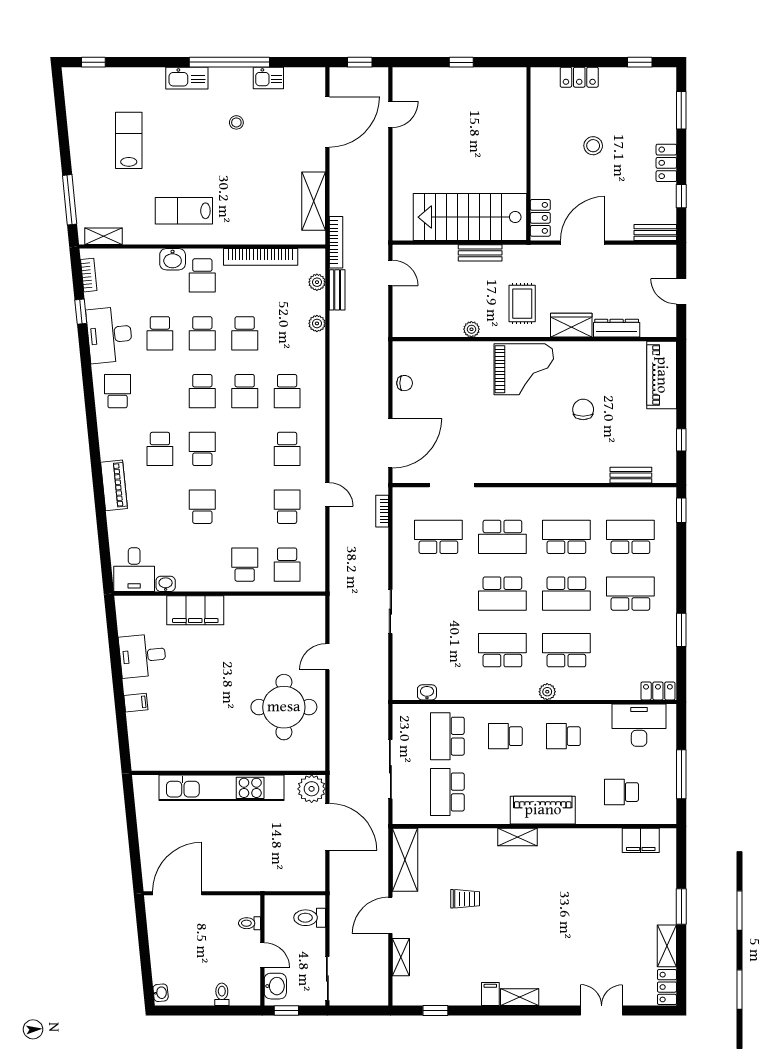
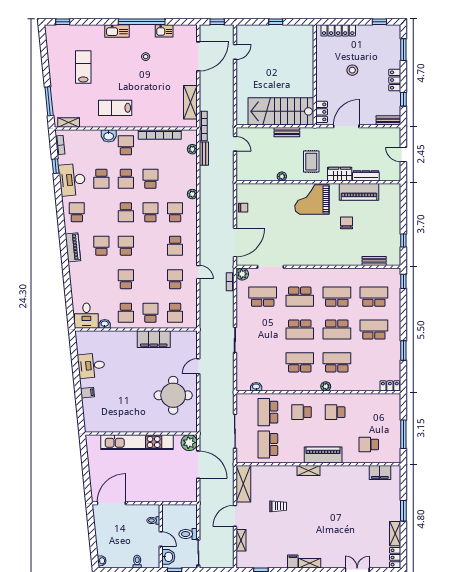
locker: (579, 77) -> (338, 30), width x1.53
school desk: (202, 275) -> (126, 145), turned 180
plant: (317, 323) -> (192, 194), moved
school desk: (245, 333) -> (150, 179), turned 180
grand piano: (524, 369) -> (312, 200), turned 180
piano: (662, 375) -> (359, 192), moved, turned -90
school desk: (245, 391) -> (150, 212), turned 180
school desk: (287, 391) -> (175, 212), turned 180
school desk: (160, 449) -> (101, 246), turned 180
piano: (114, 485) -> (73, 247), moved
plant: (403, 498) -> (242, 274), added
school desk: (202, 565) -> (126, 313), added
filing cabinet: (195, 610) -> (154, 339), moved
desk: (639, 725) -> (379, 406), removed
toilet: (310, 918) -> (188, 534), moved

